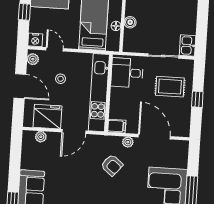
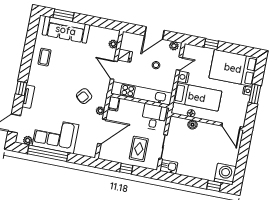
nightstand: (35, 40) -> (183, 77), moved
fridge: (47, 117) -> (125, 56), width x0.53, depth x0.75

